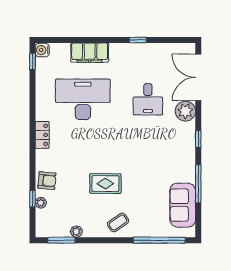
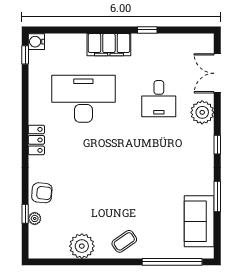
filing cabinet: (90, 53) -> (109, 45), moved
double door: (198, 77) -> (217, 73), width x0.73
rug: (105, 184) -> (110, 196), removed
window: (198, 184) -> (217, 196), width x0.69
plant: (76, 232) -> (82, 246), width x1.88, depth x1.88
window: (61, 240) -> (59, 262), removed

